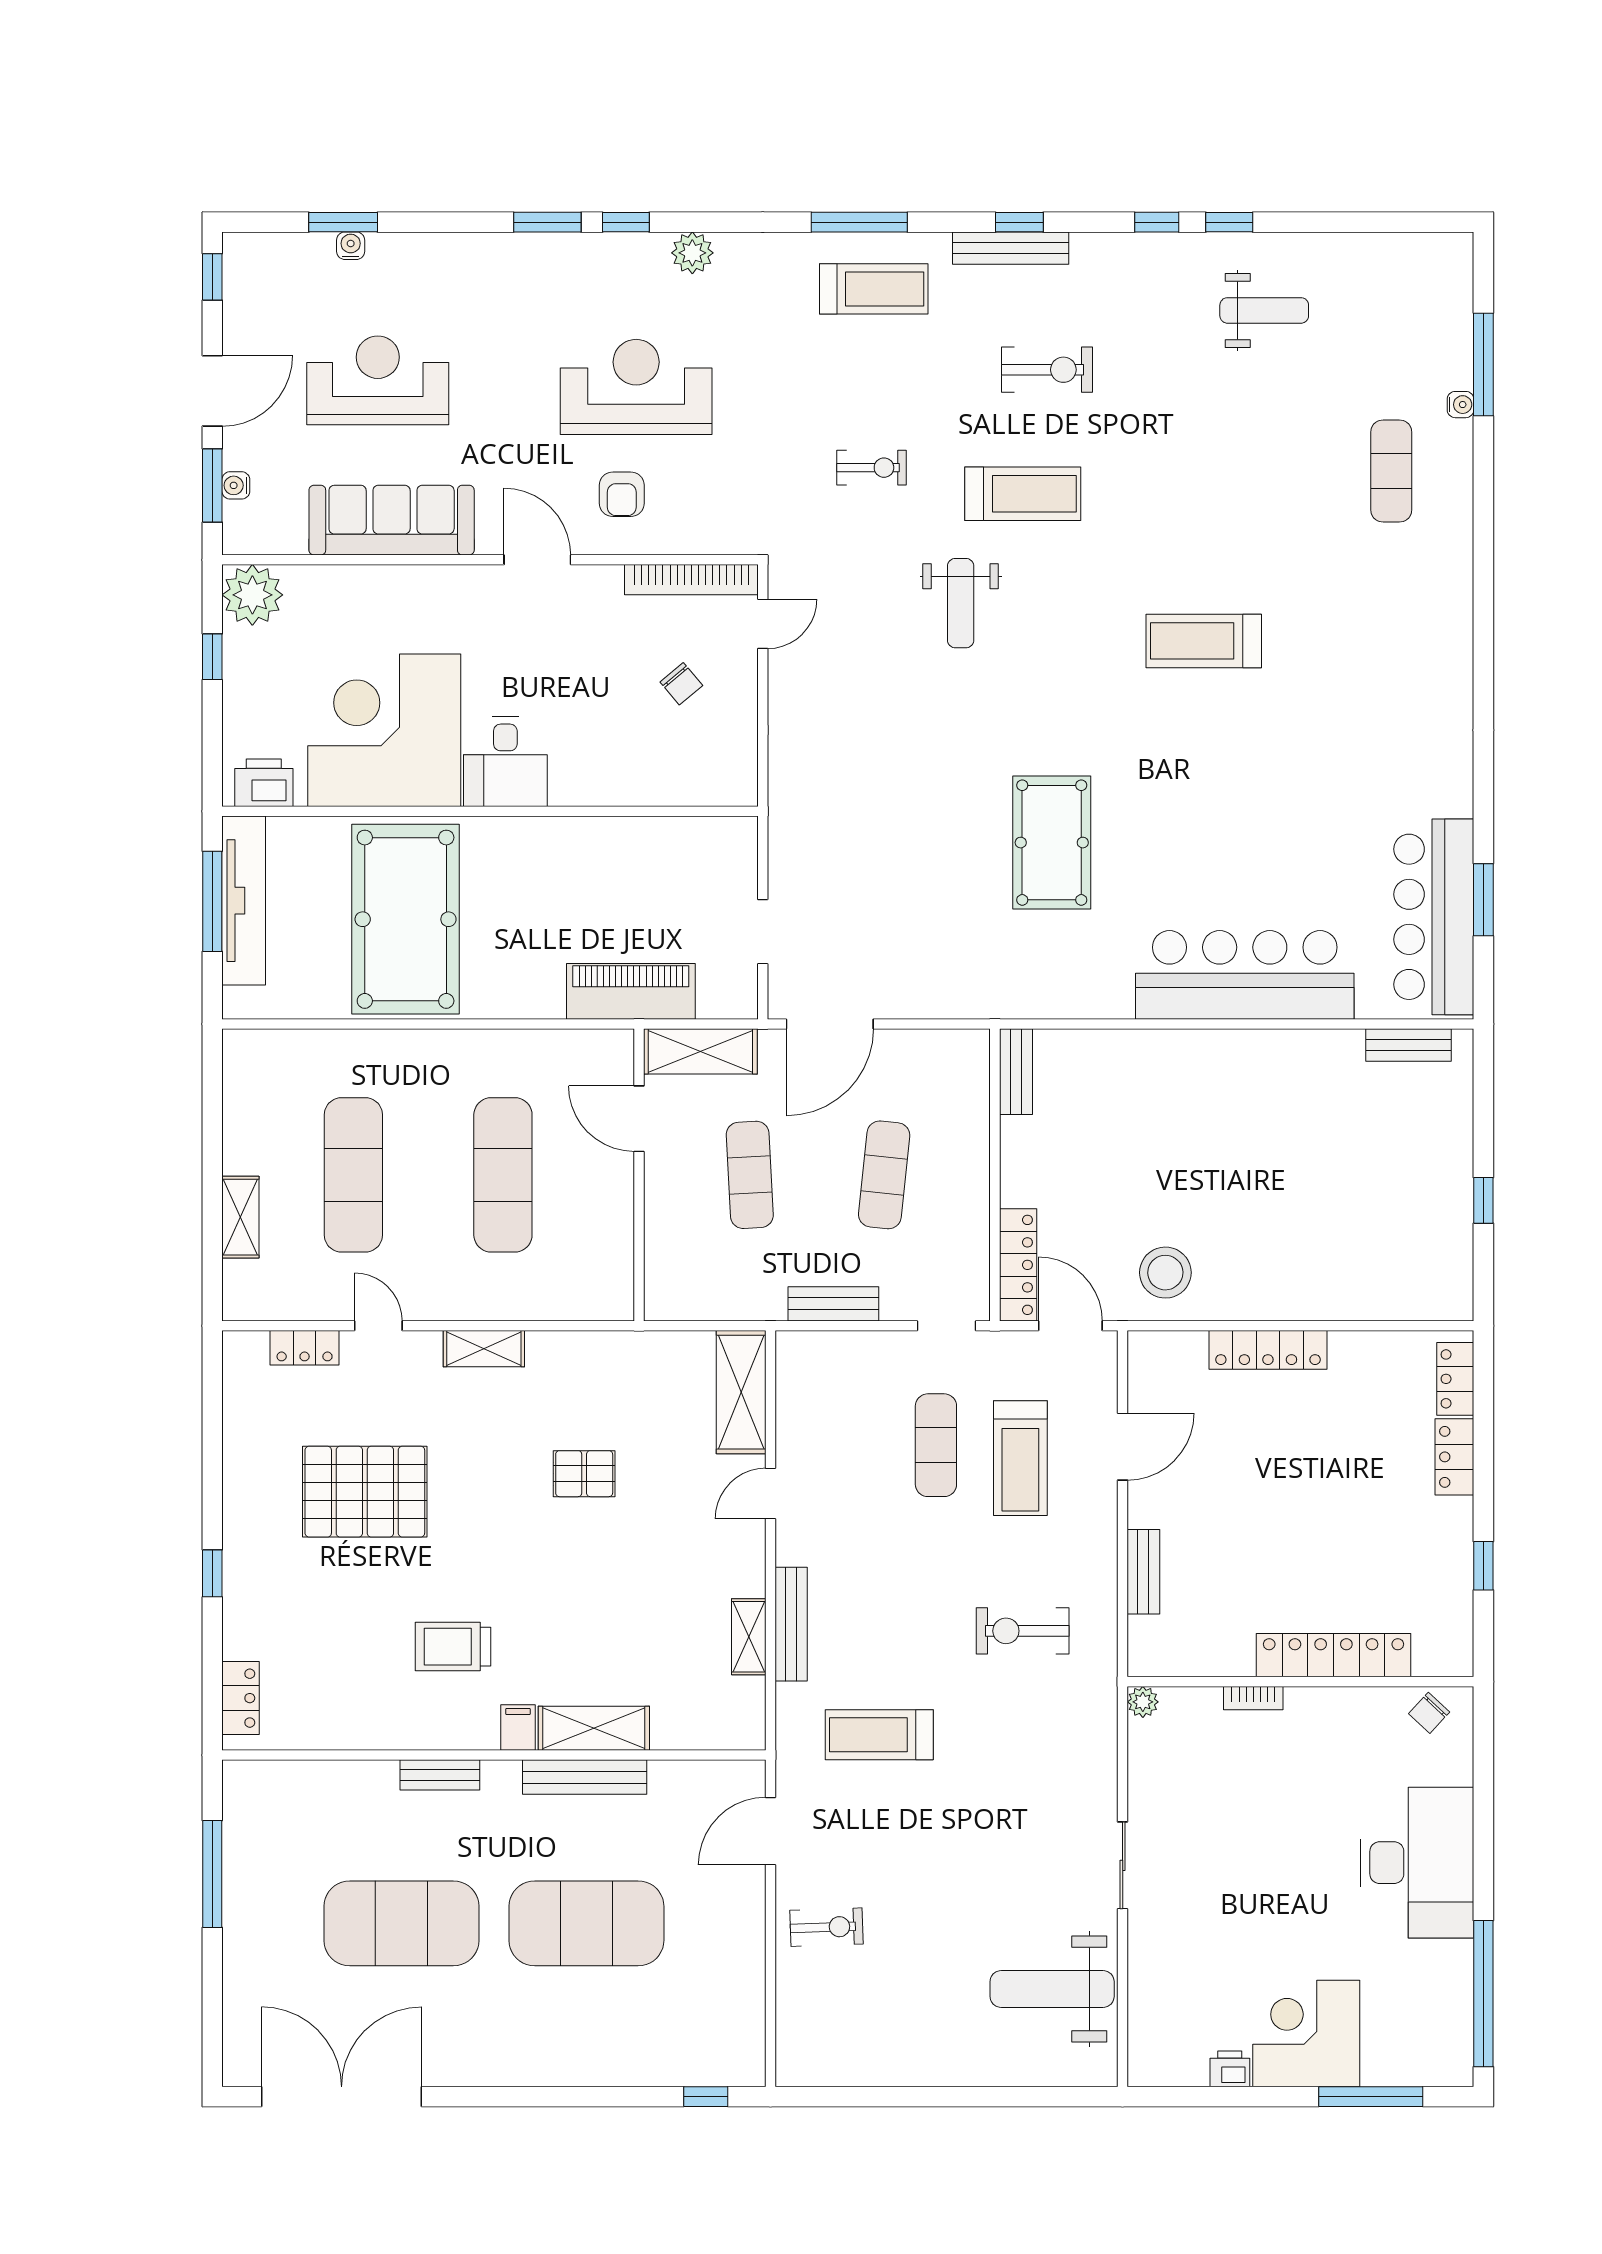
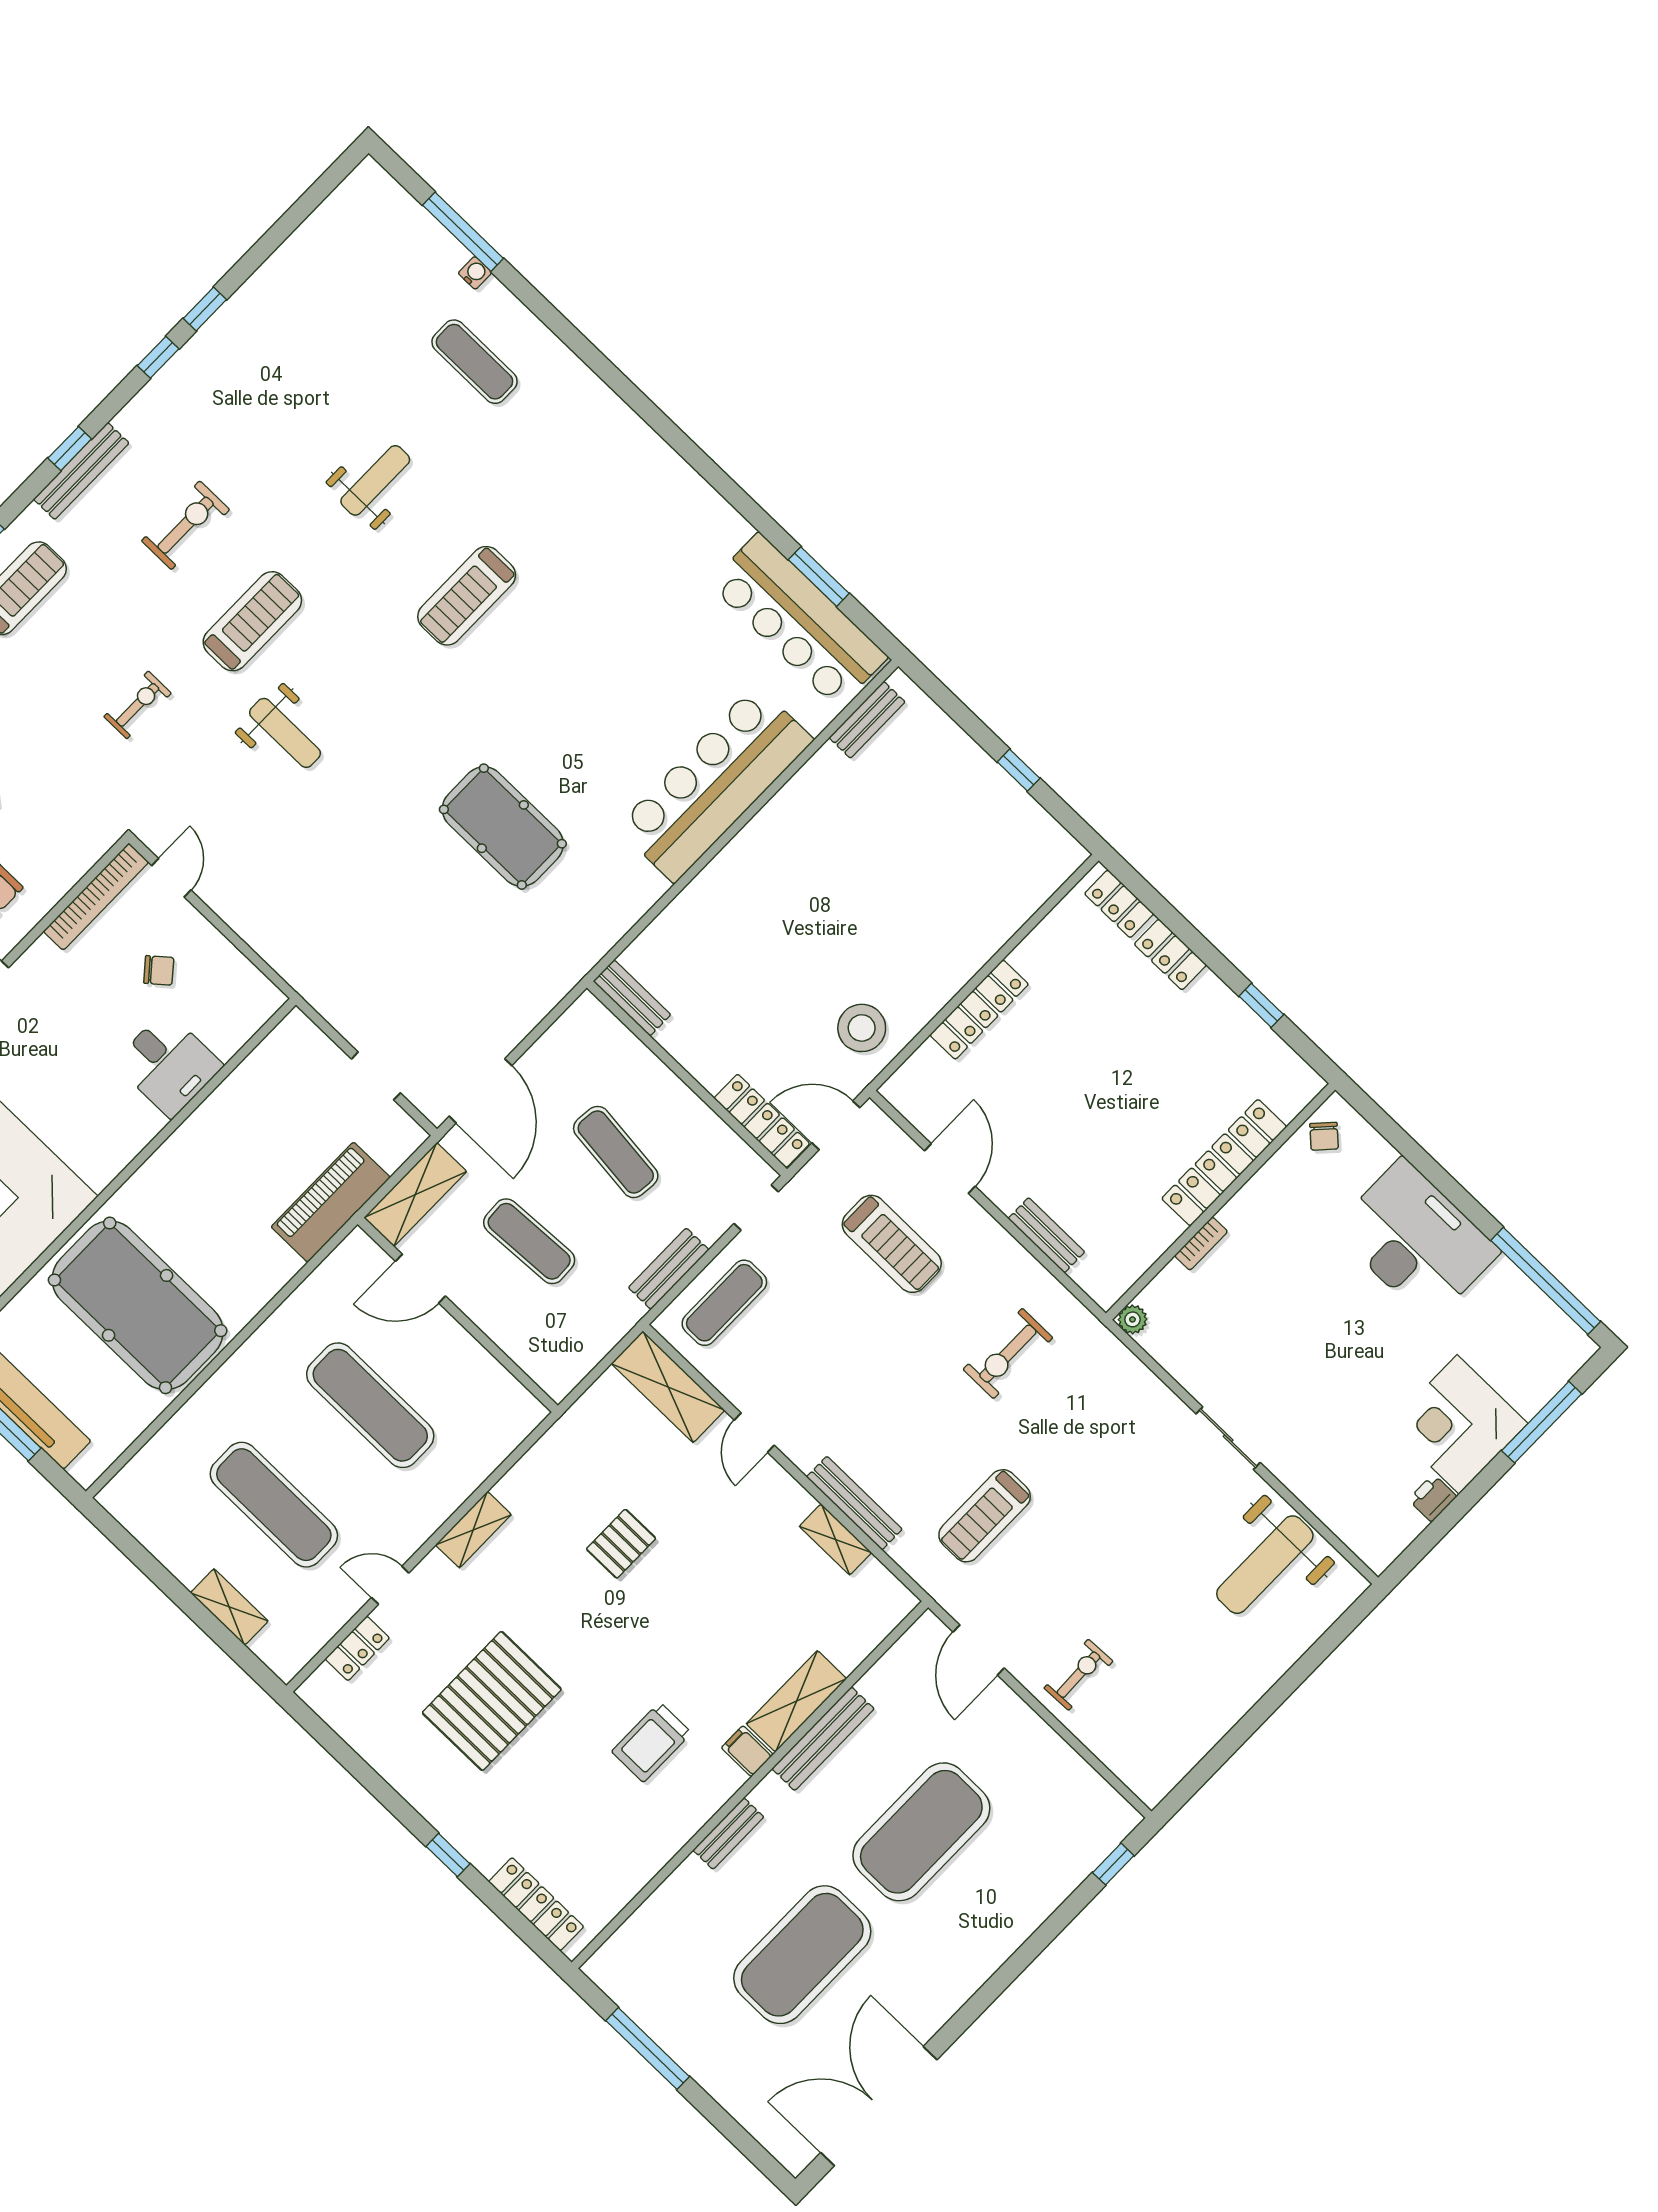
weight bench: (1264, 310) -> (375, 480), moved
desk: (505, 762) -> (168, 1064), moved
exercise mat: (936, 1445) -> (724, 1303), moved, turned 90
locker: (241, 1698) -> (536, 1904), width x1.53

